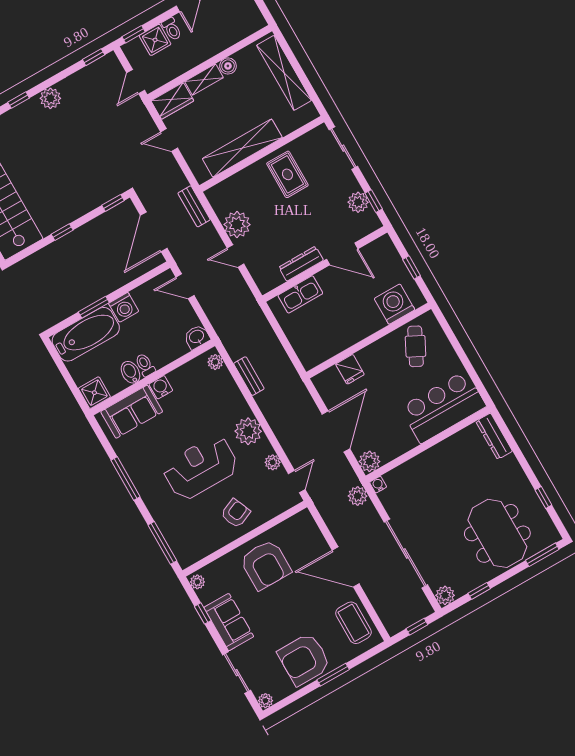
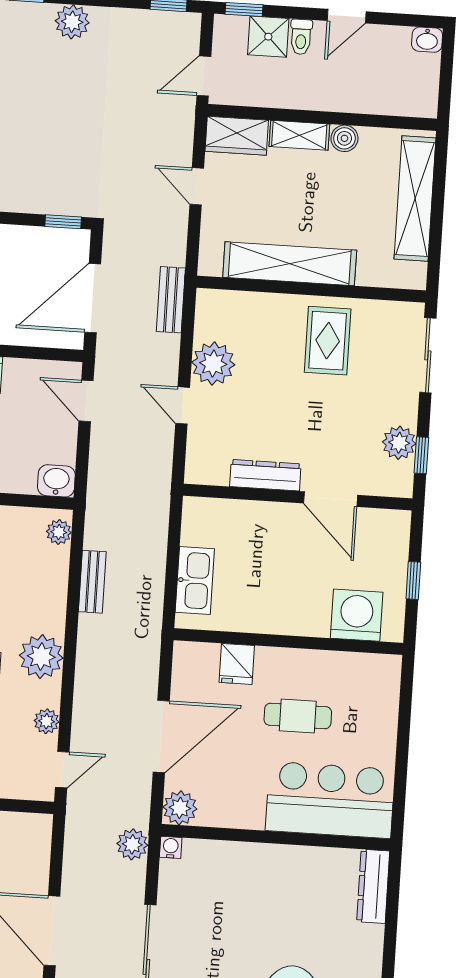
kitchen sink: (300, 294) -> (195, 581), moved, turned -90
cafe table: (416, 346) -> (298, 716), moved, turned 63

